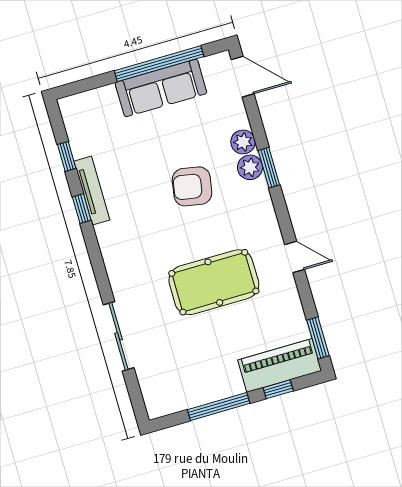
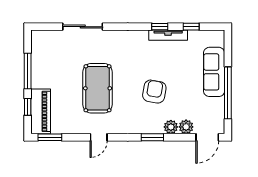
sofa: (161, 88) -> (214, 72), moved
plant: (250, 167) -> (186, 127), moved

